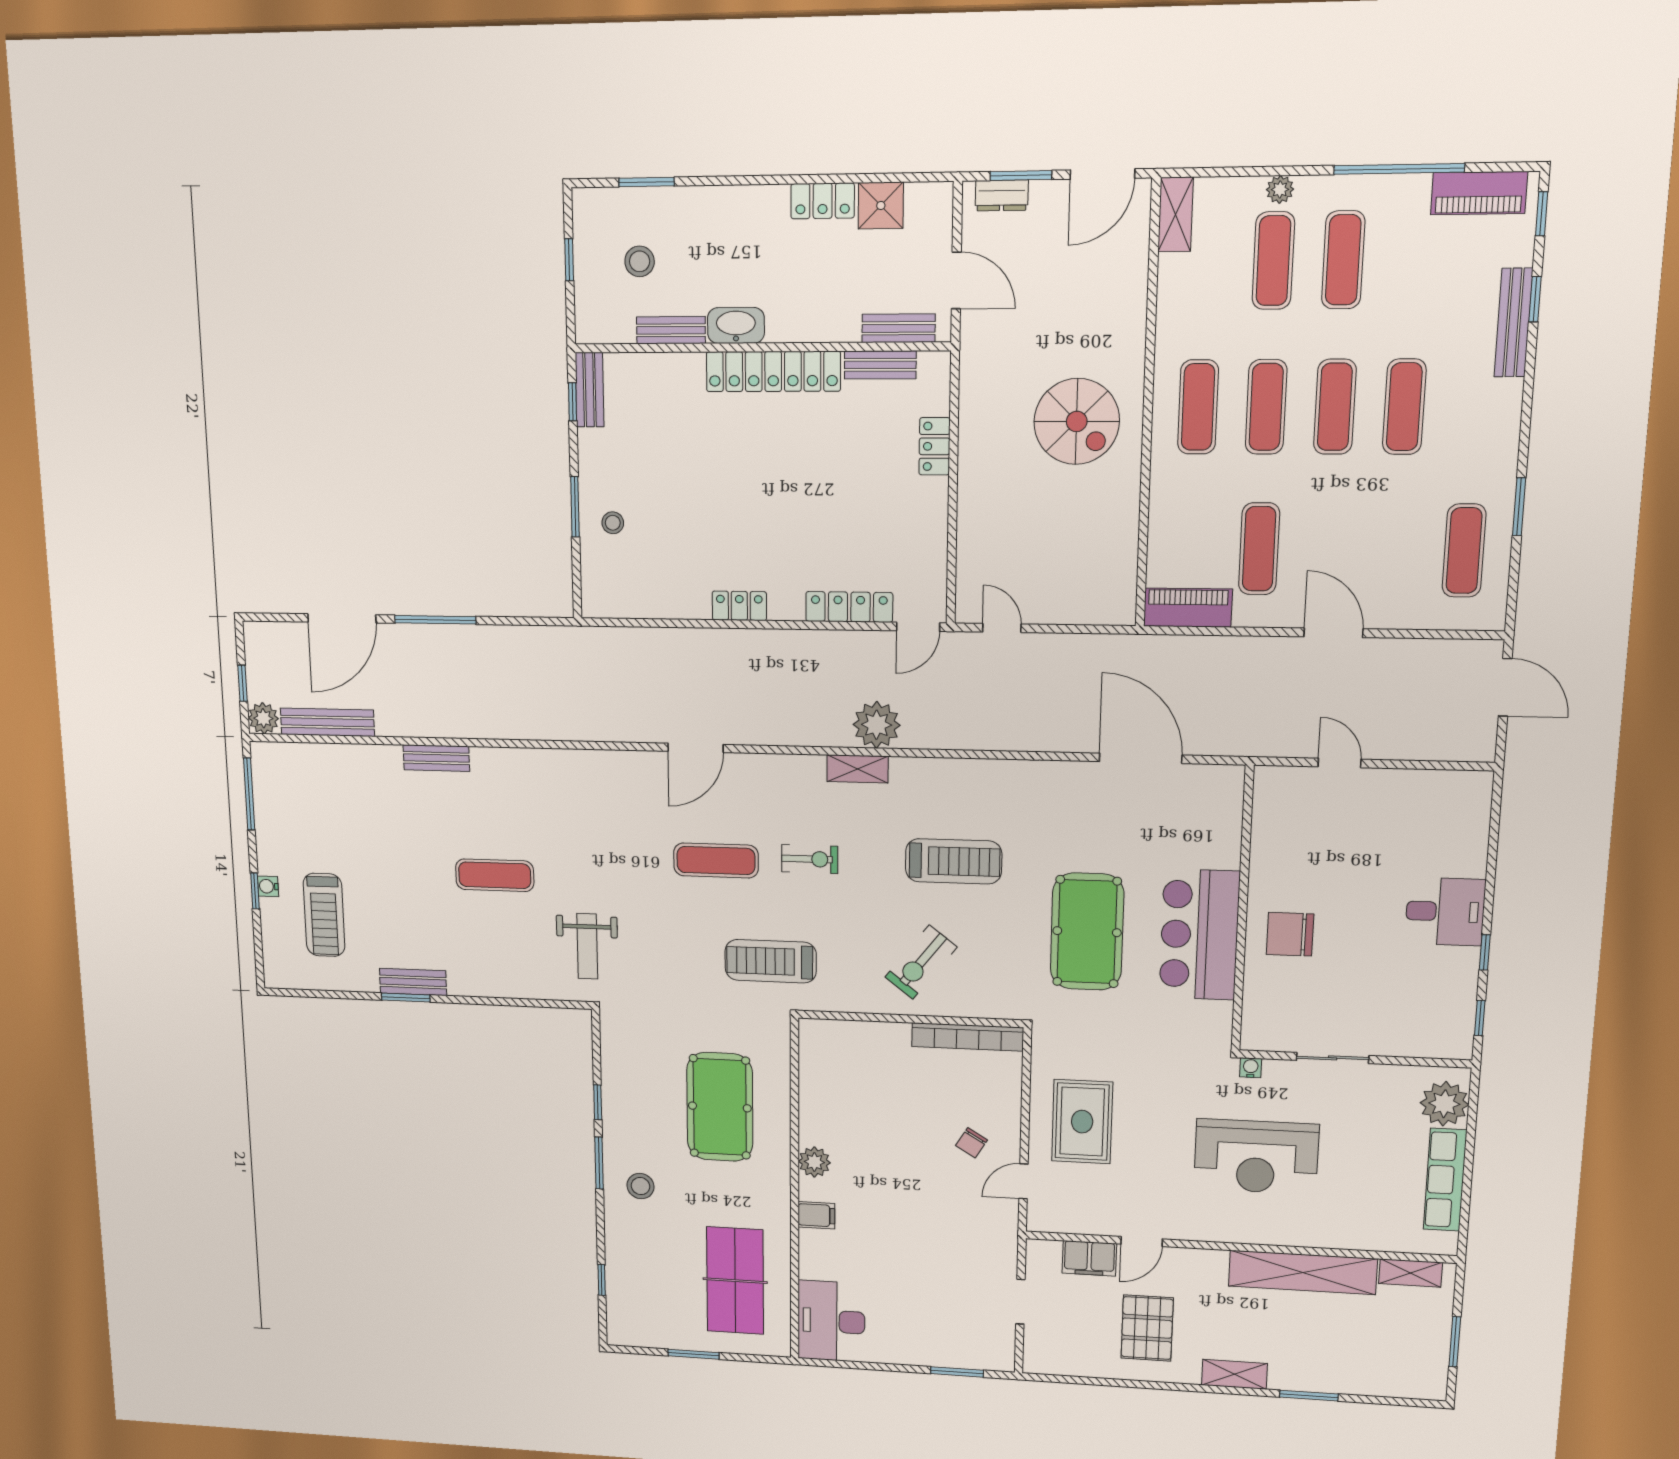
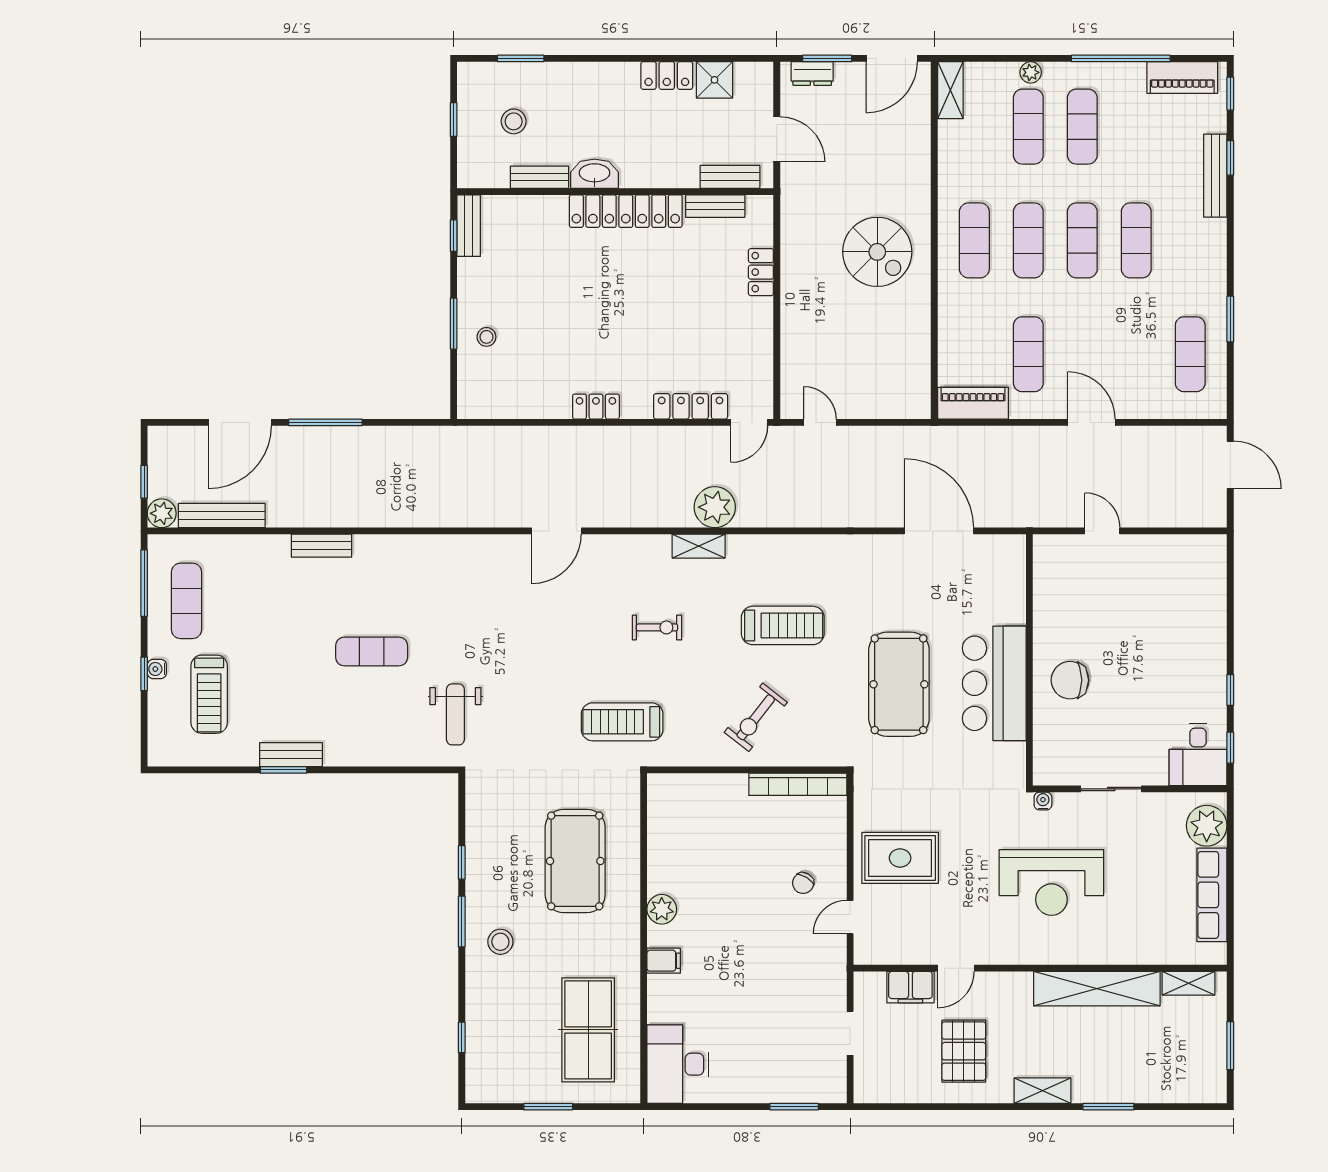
exercise mat: (716, 860) -> (187, 601), moved, turned 90
desk: (1445, 912) -> (1198, 754), moved, turned 90
rug: (1082, 1122) -> (900, 858), turned 90

